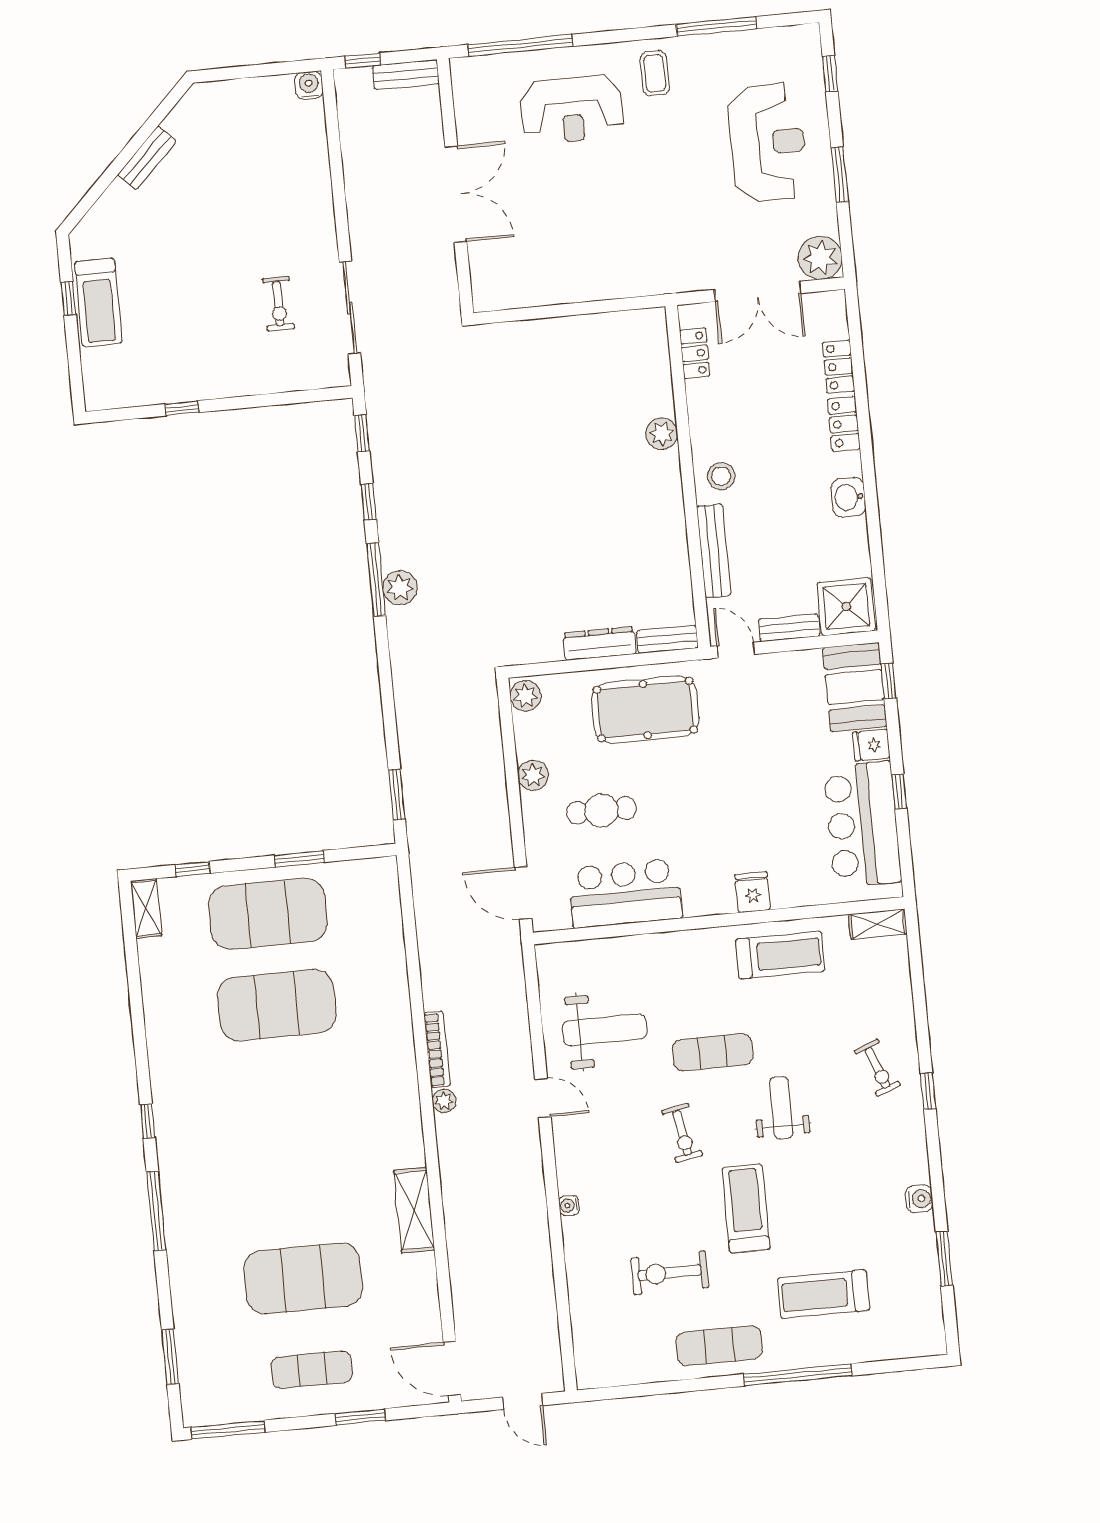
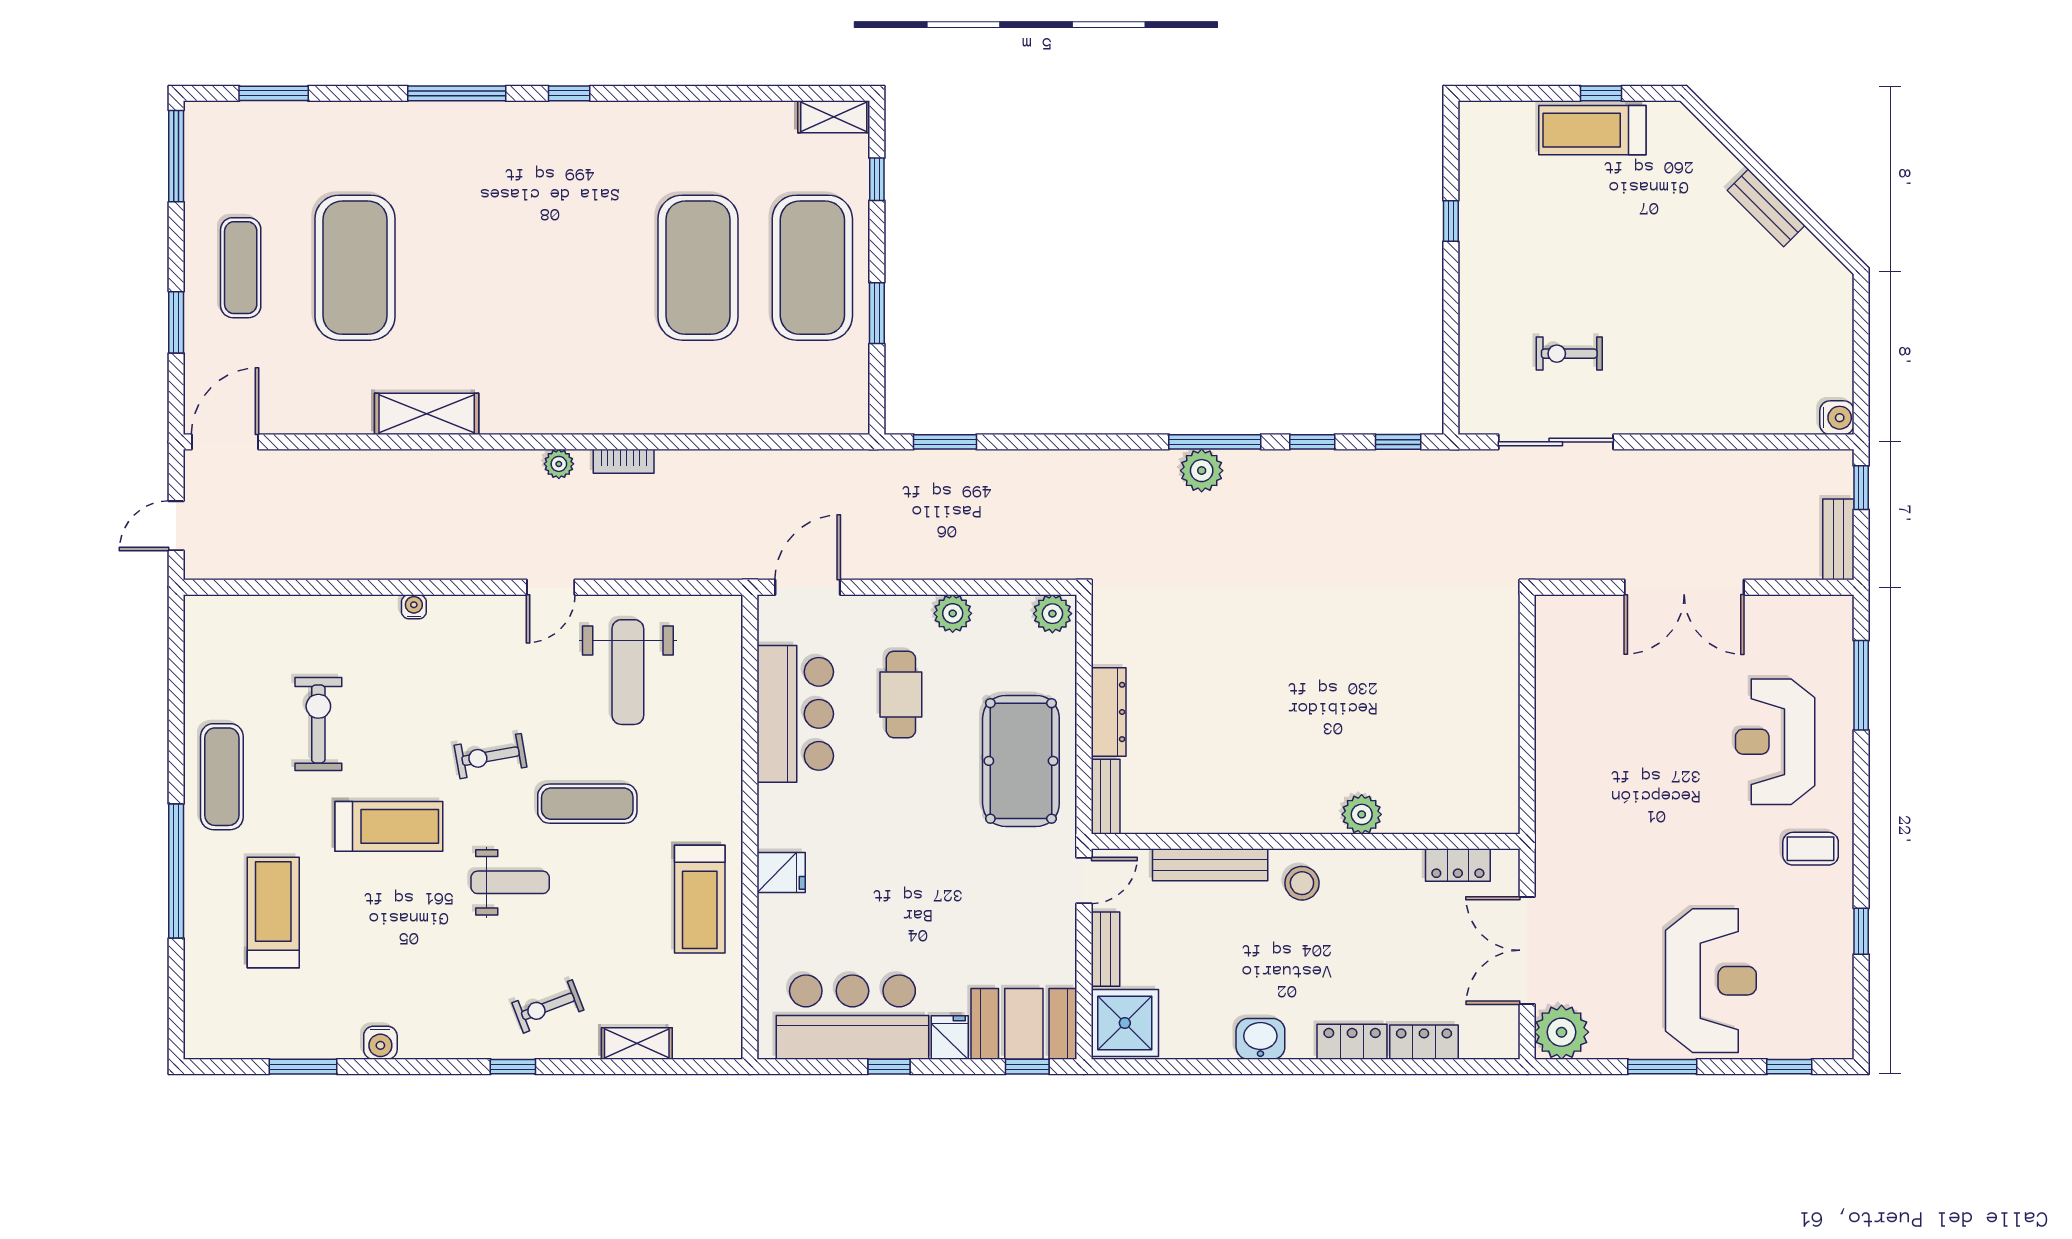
window: (717, 26) -> (1861, 931), width x0.46
window: (520, 45) -> (1861, 685), width x0.68
reception desk: (768, 142) -> (1711, 981), turned -90
shelving: (878, 924) -> (637, 1044), moved, turned 90
bookcase: (437, 1049) -> (624, 461), width x0.64
exercise mat: (713, 1052) -> (587, 804), turned 90

